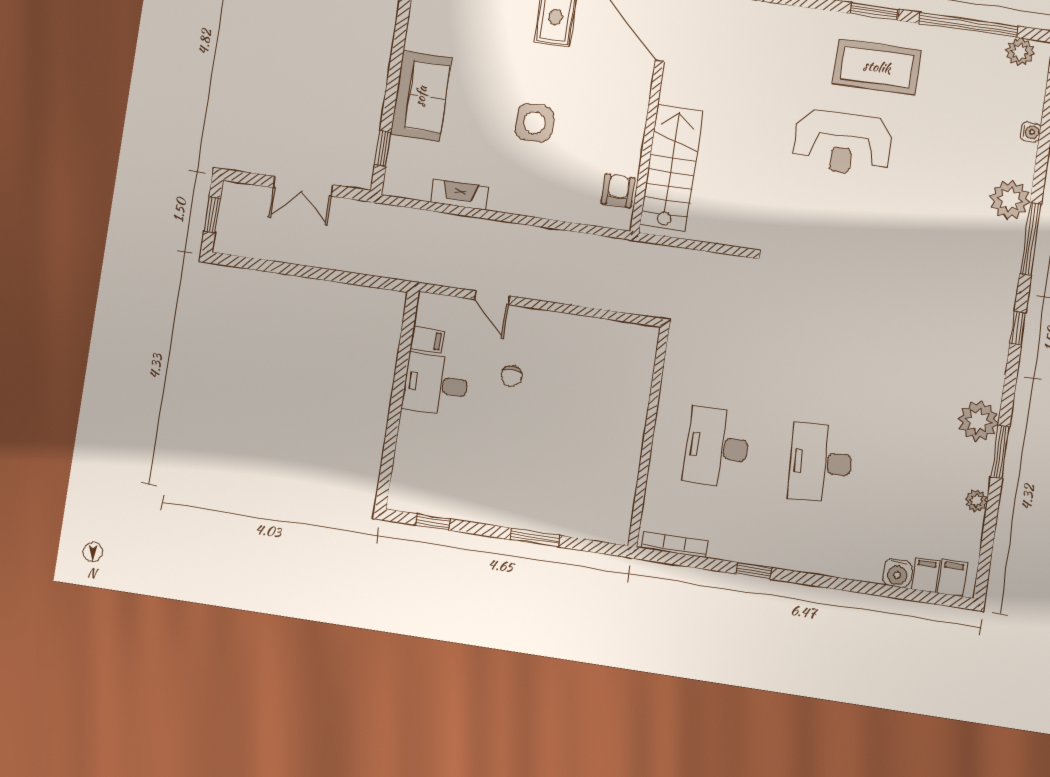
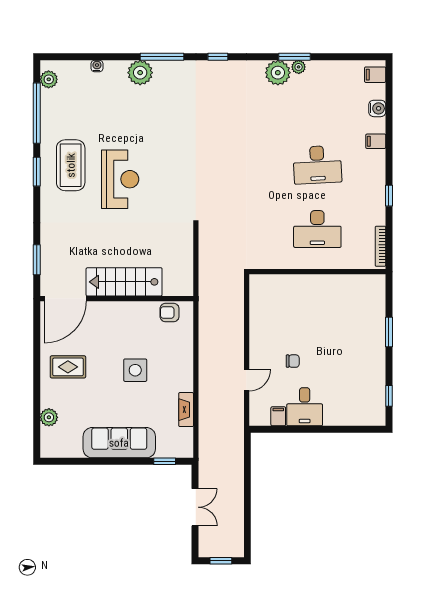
sofa: (421, 96) -> (119, 443), width x1.36
stairs: (671, 168) -> (124, 282), moved
plant: (976, 501) -> (299, 67), moved
filing cabinet: (926, 575) -> (376, 141), moved

